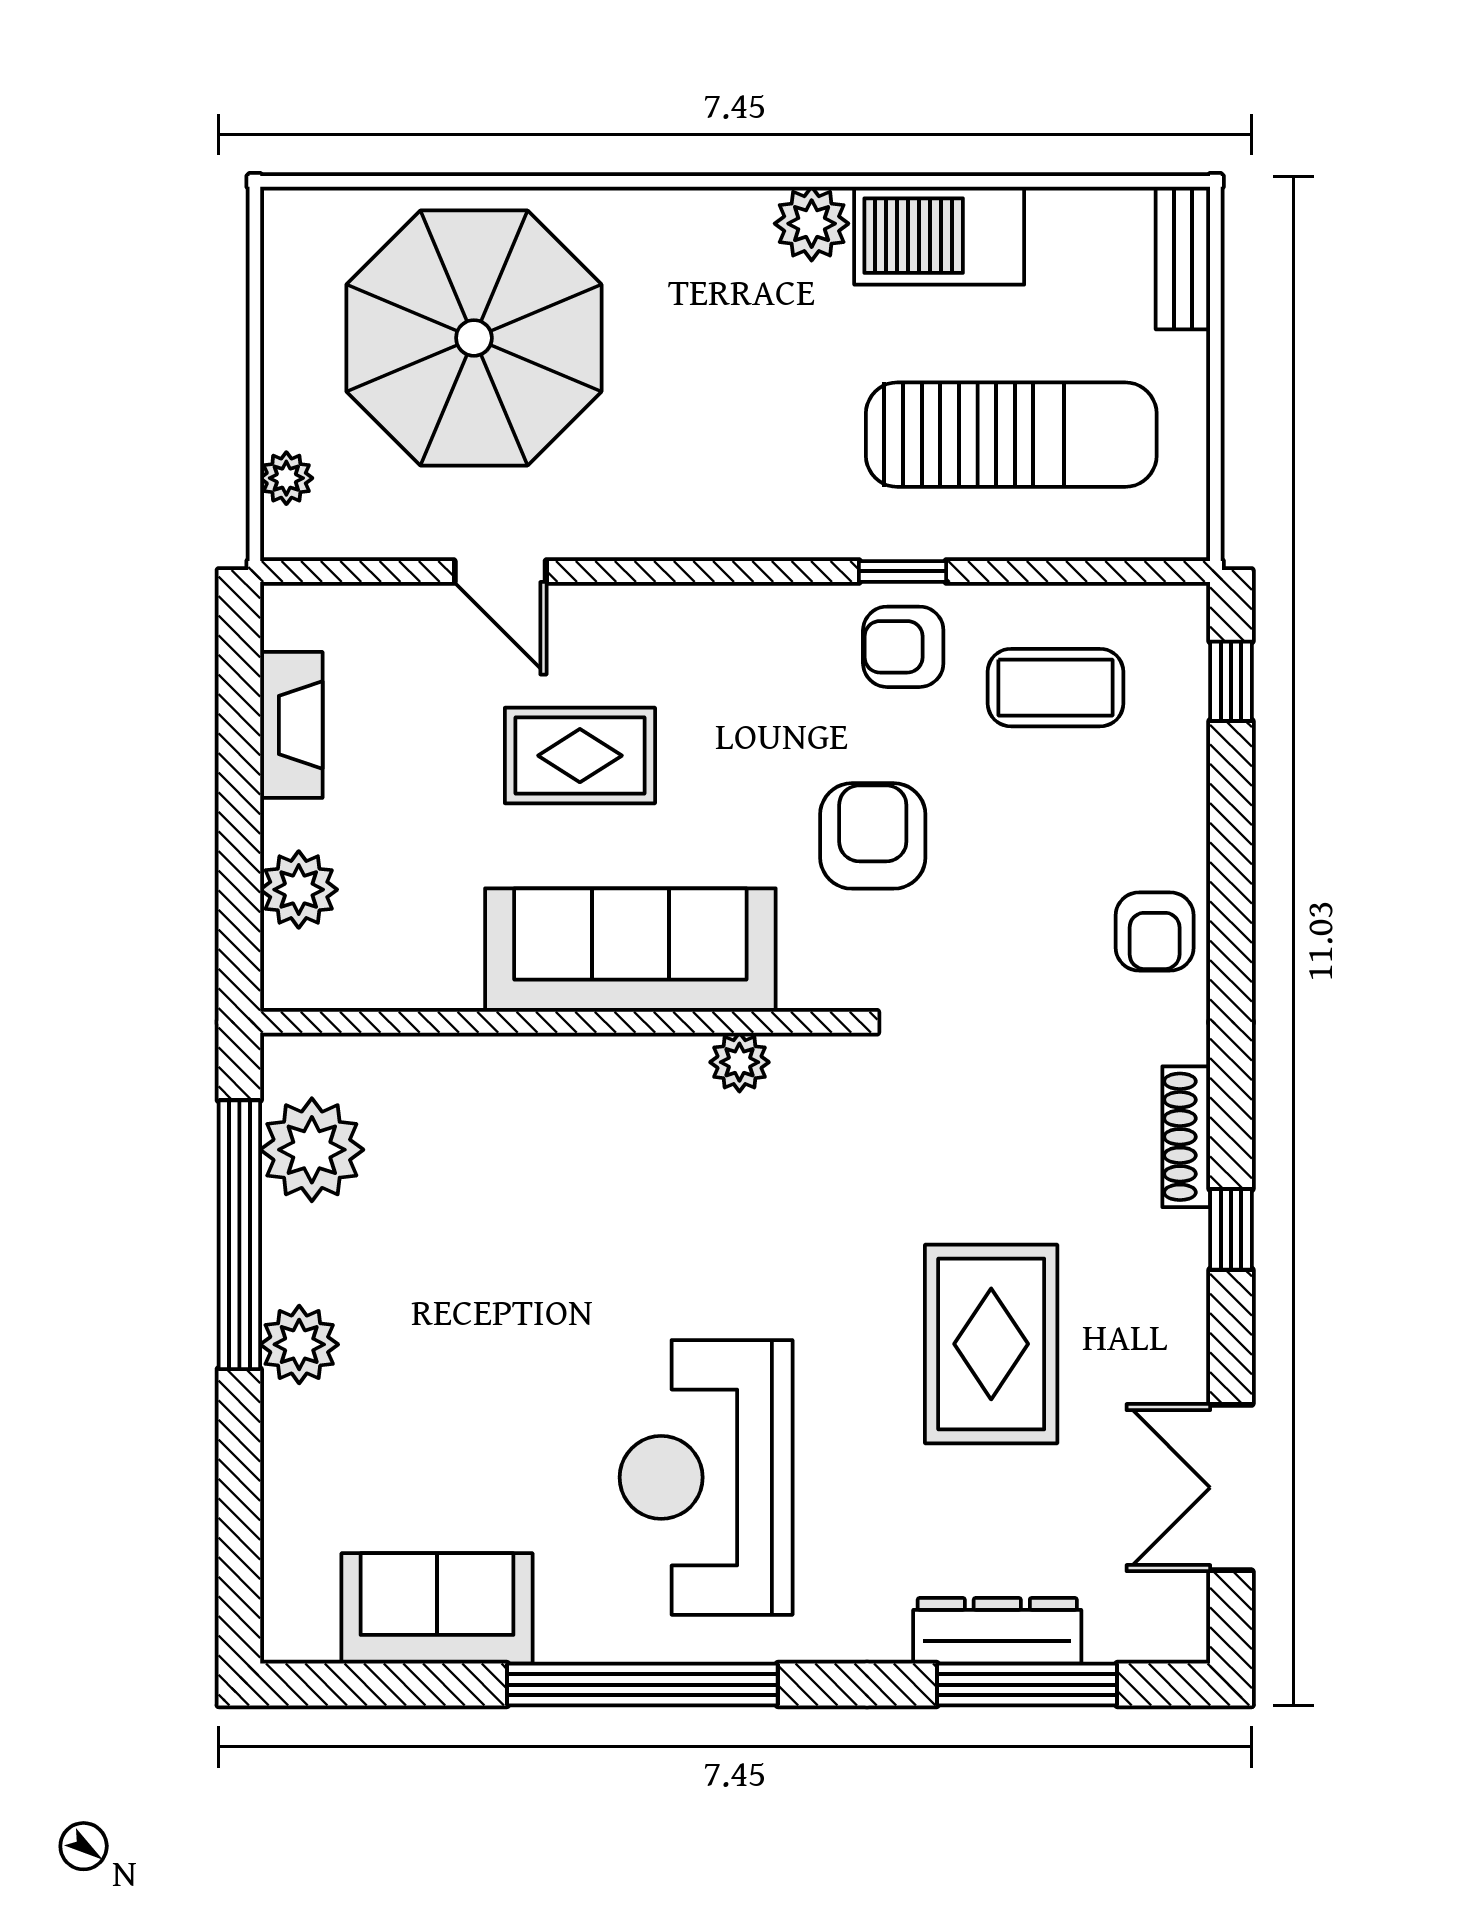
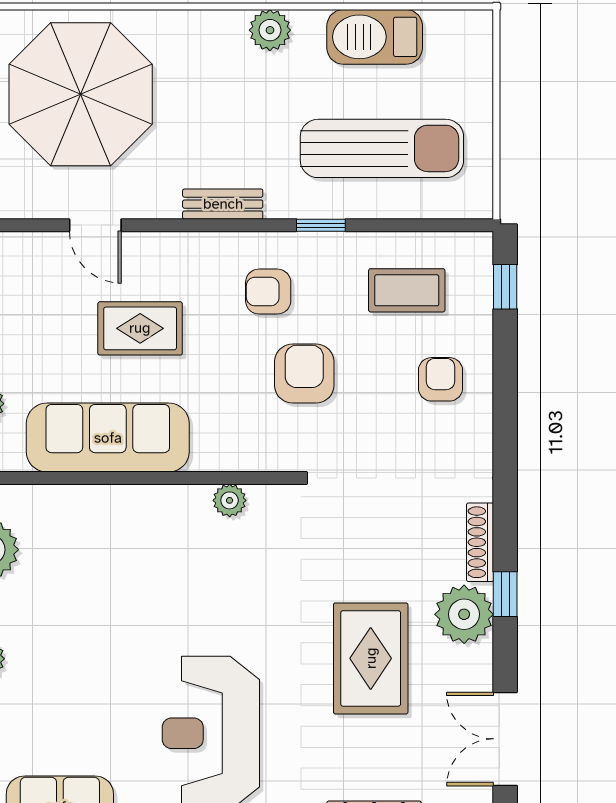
barbecue: (939, 236) -> (375, 37), moved
bench: (1183, 258) -> (223, 204), moved, turned 90
armchair: (903, 647) -> (268, 292), moved
armchair: (1155, 932) -> (440, 379), moved, turned 180
sofa: (630, 950) -> (108, 438), moved
plant: (1158, 1265) -> (464, 614), added

